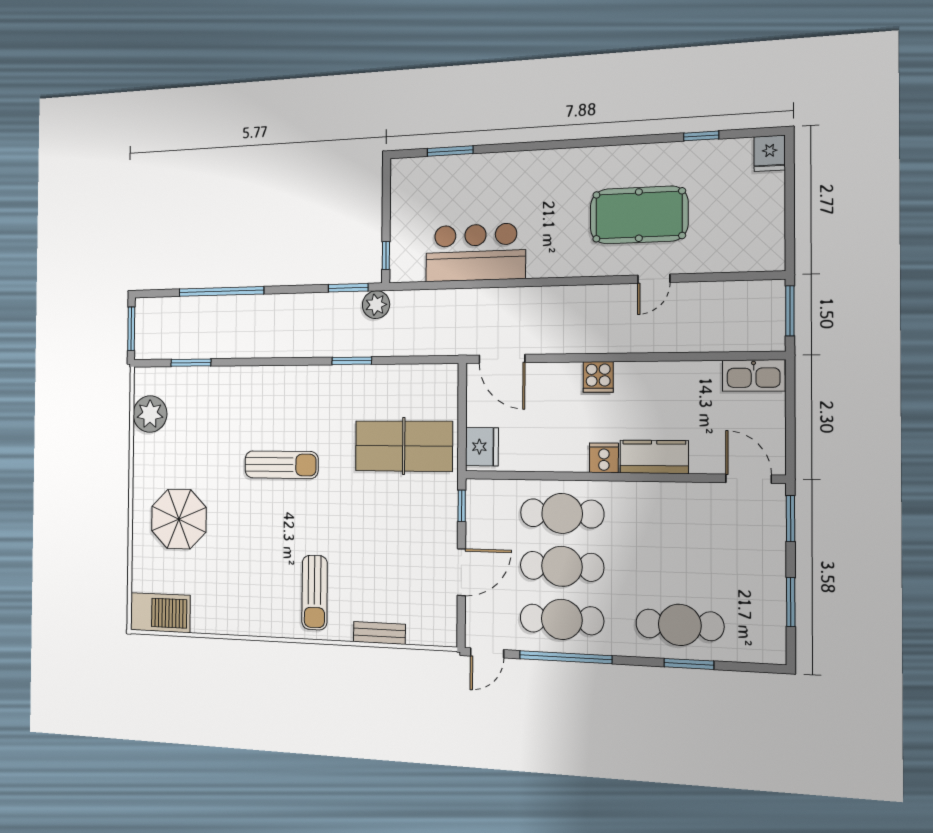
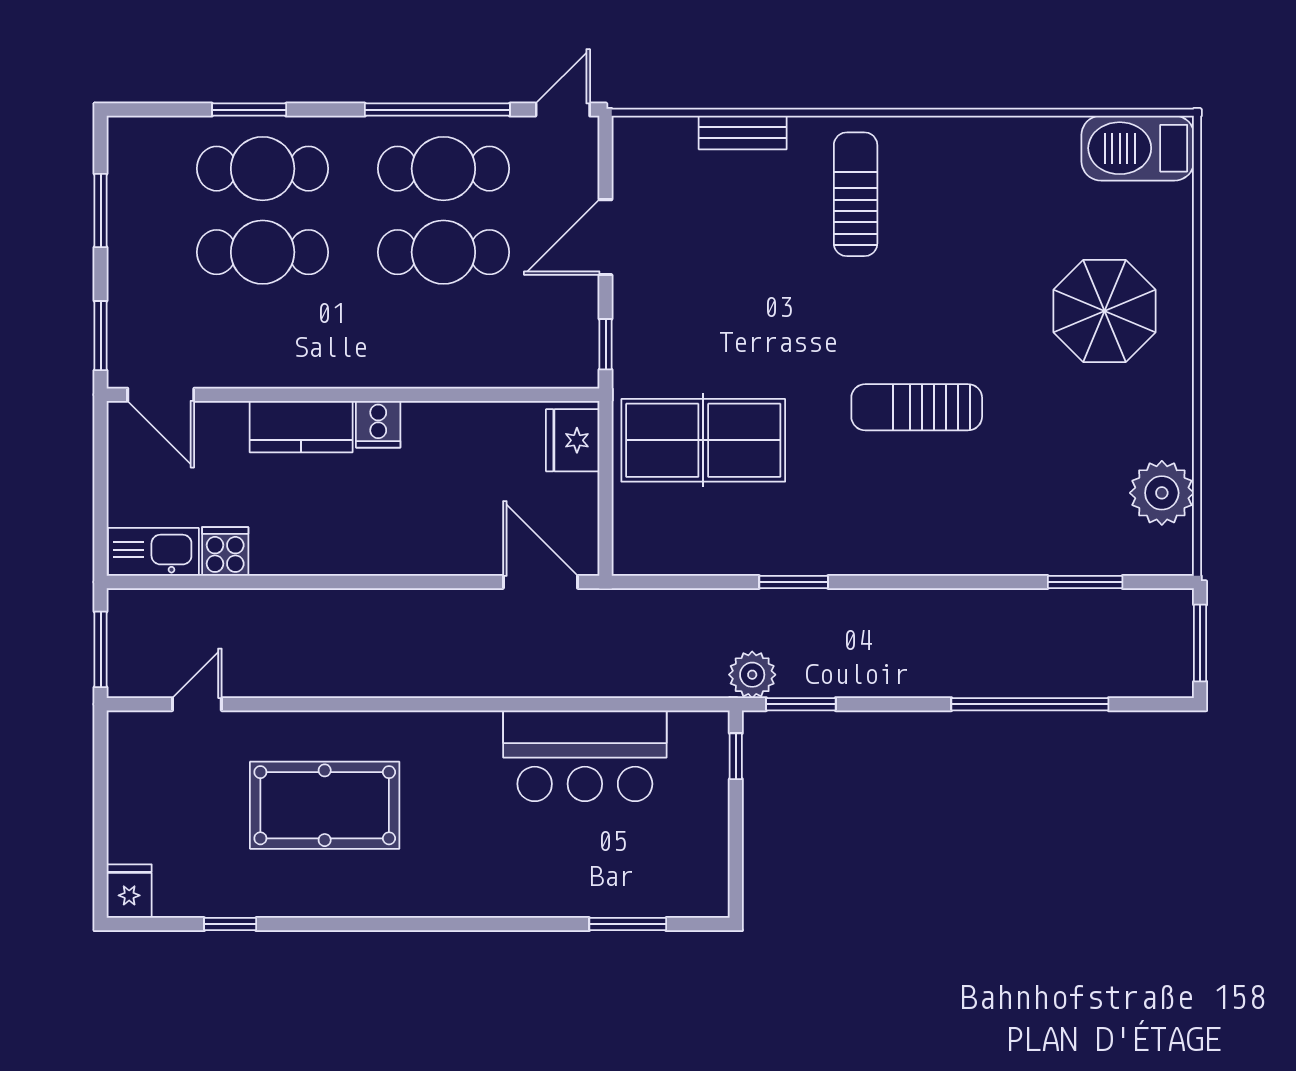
door: (654, 279) -> (197, 704), moved
cooker: (598, 377) -> (225, 552), moved
cafe table: (562, 513) -> (263, 252), moved

